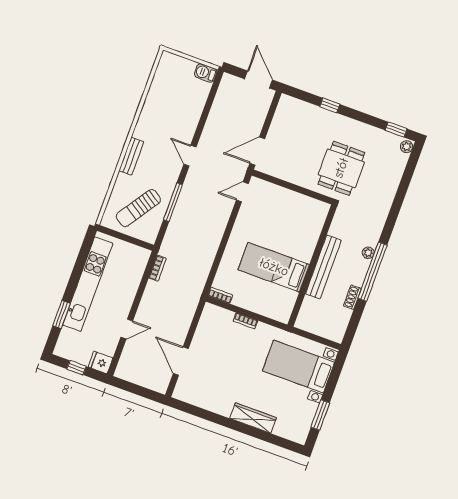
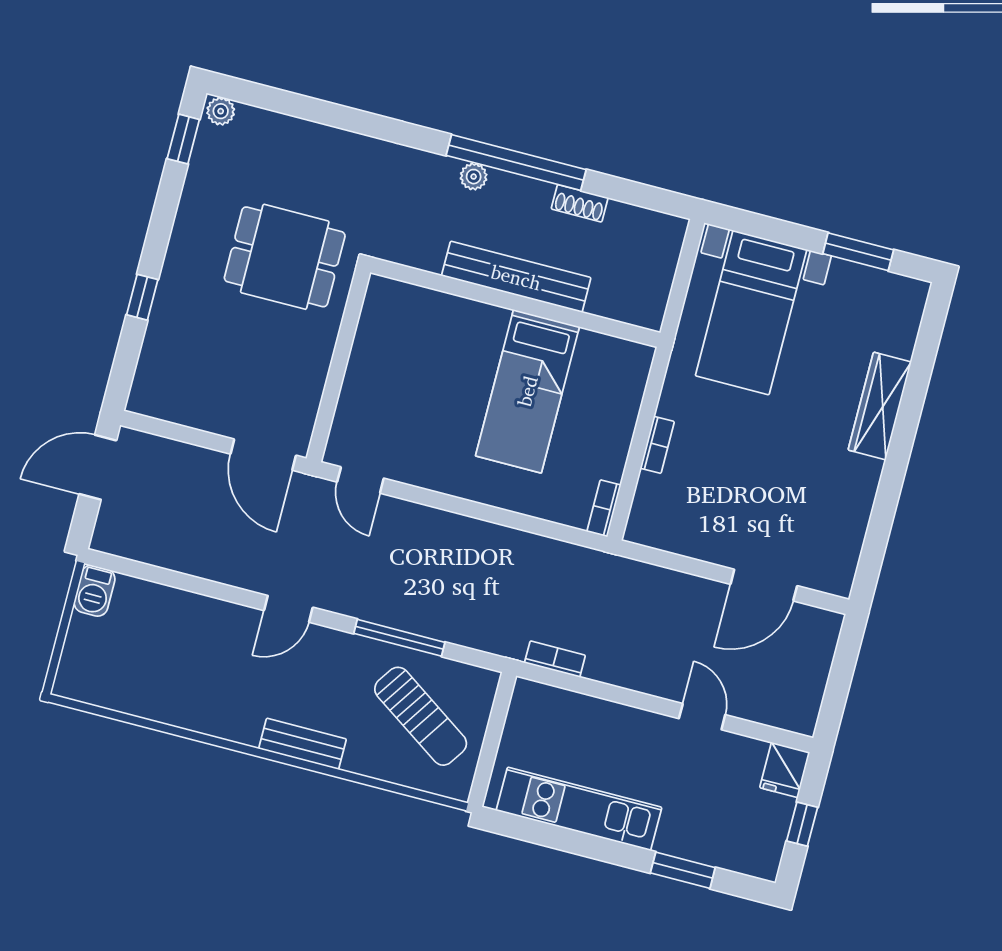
kitchen unit: (88, 284) -> (579, 809), width x0.73

